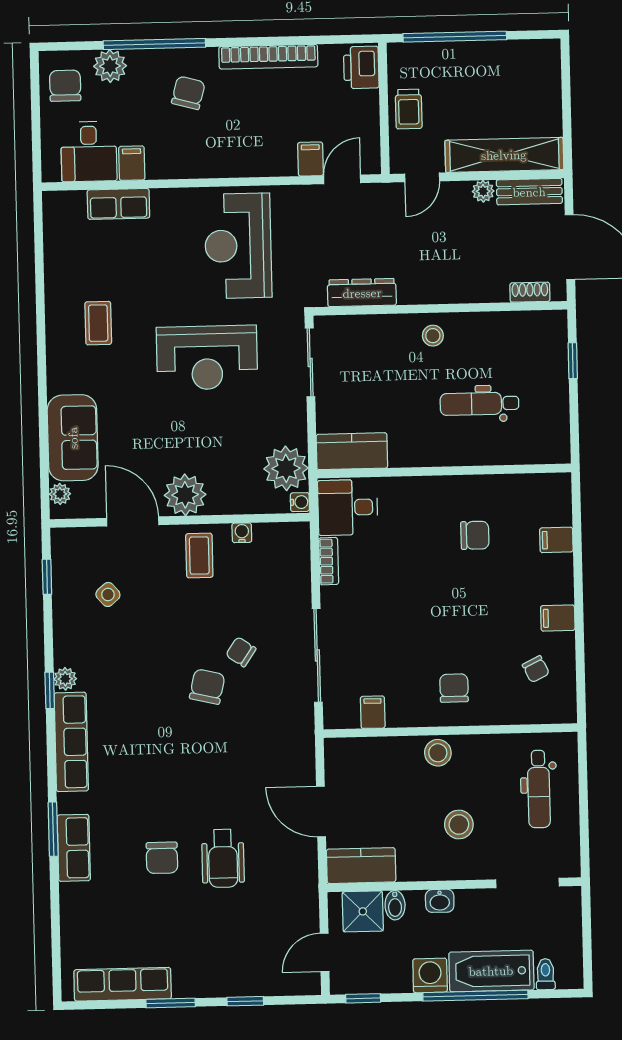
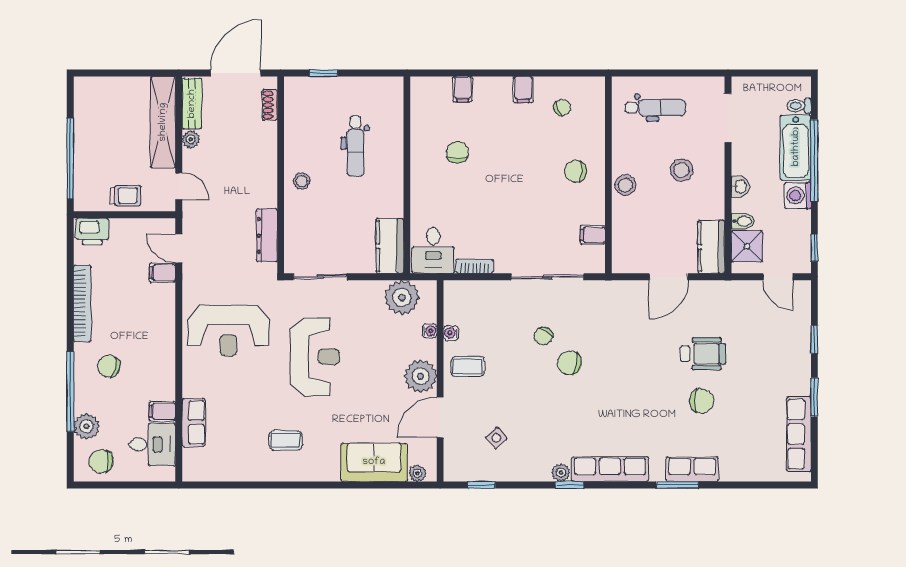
water cooler: (300, 502) -> (430, 331), moved, turned 90

